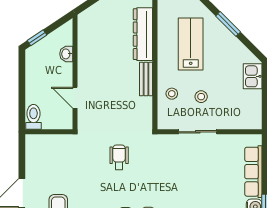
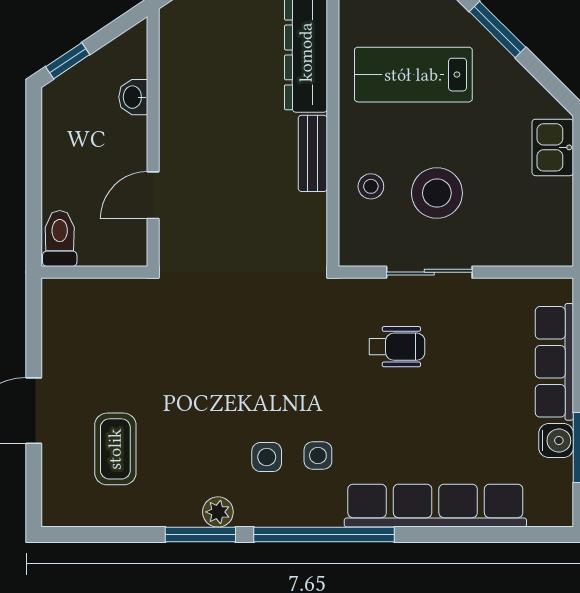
lab bench: (191, 44) -> (413, 75), turned -90
stool: (201, 97) -> (437, 193), width x1.89, depth x1.89
door: (75, 98) -> (153, 195), hinge flipped
wheelchair: (119, 157) -> (397, 347), moved, turned 90

